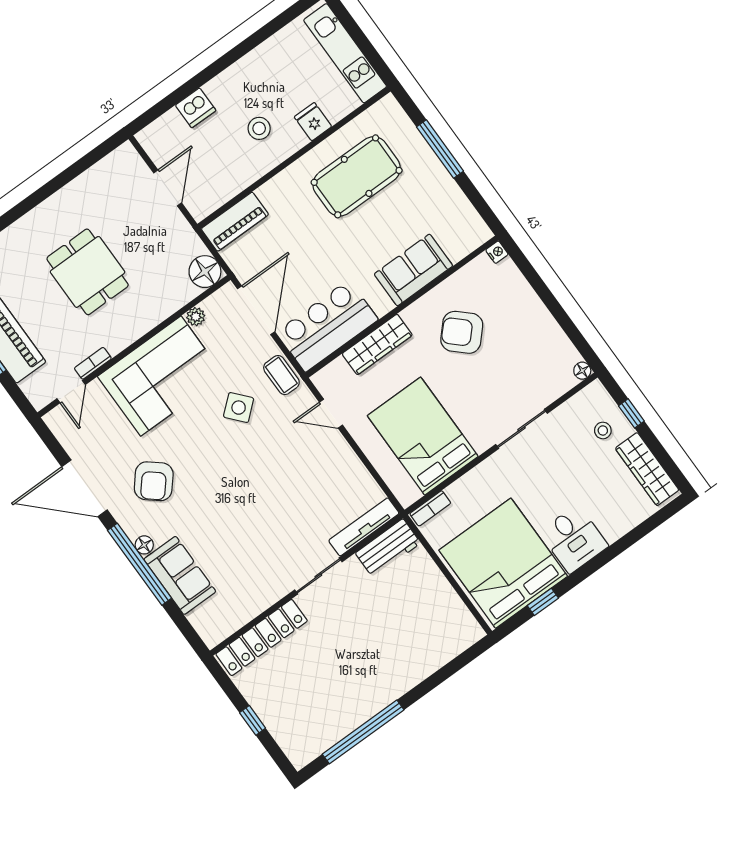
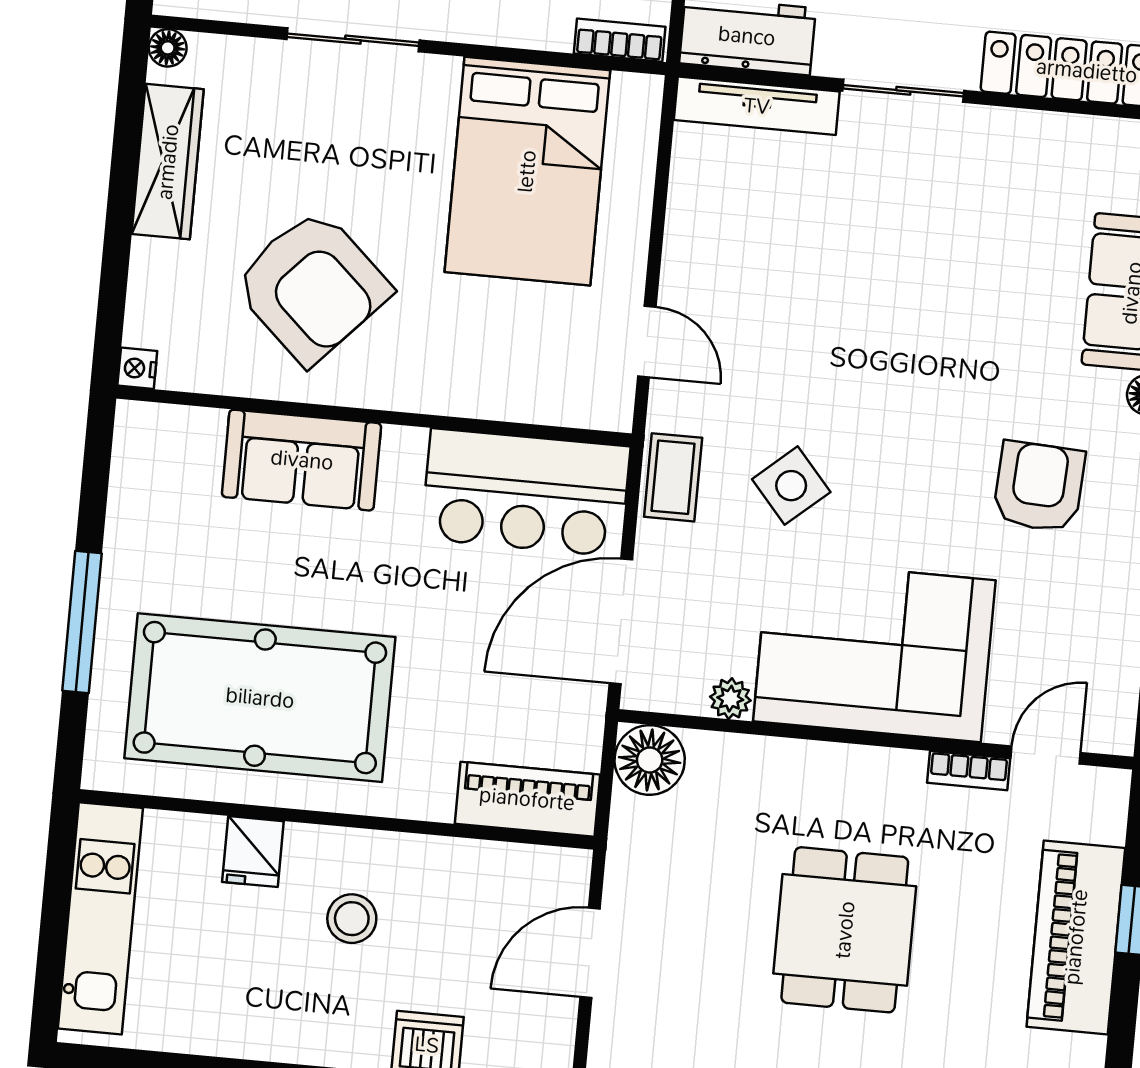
pool table: (357, 176) -> (260, 698), width x1.36, depth x1.32
armchair: (462, 332) -> (312, 286), width x1.36, depth x1.36
wardrobe: (377, 344) -> (168, 162), moved, turned 90
armchair: (154, 481) -> (1039, 487), turned -37

